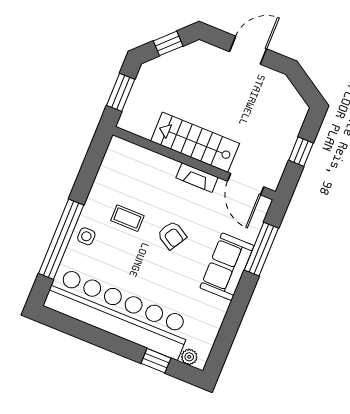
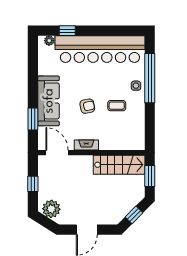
plant: (289, 103) -> (51, 209), added
stairs: (195, 142) -> (119, 165), moved
armchair: (172, 235) -> (87, 106), turned 138
window: (261, 249) -> (33, 119), width x0.69
sofa: (227, 267) -> (49, 101), width x1.36

